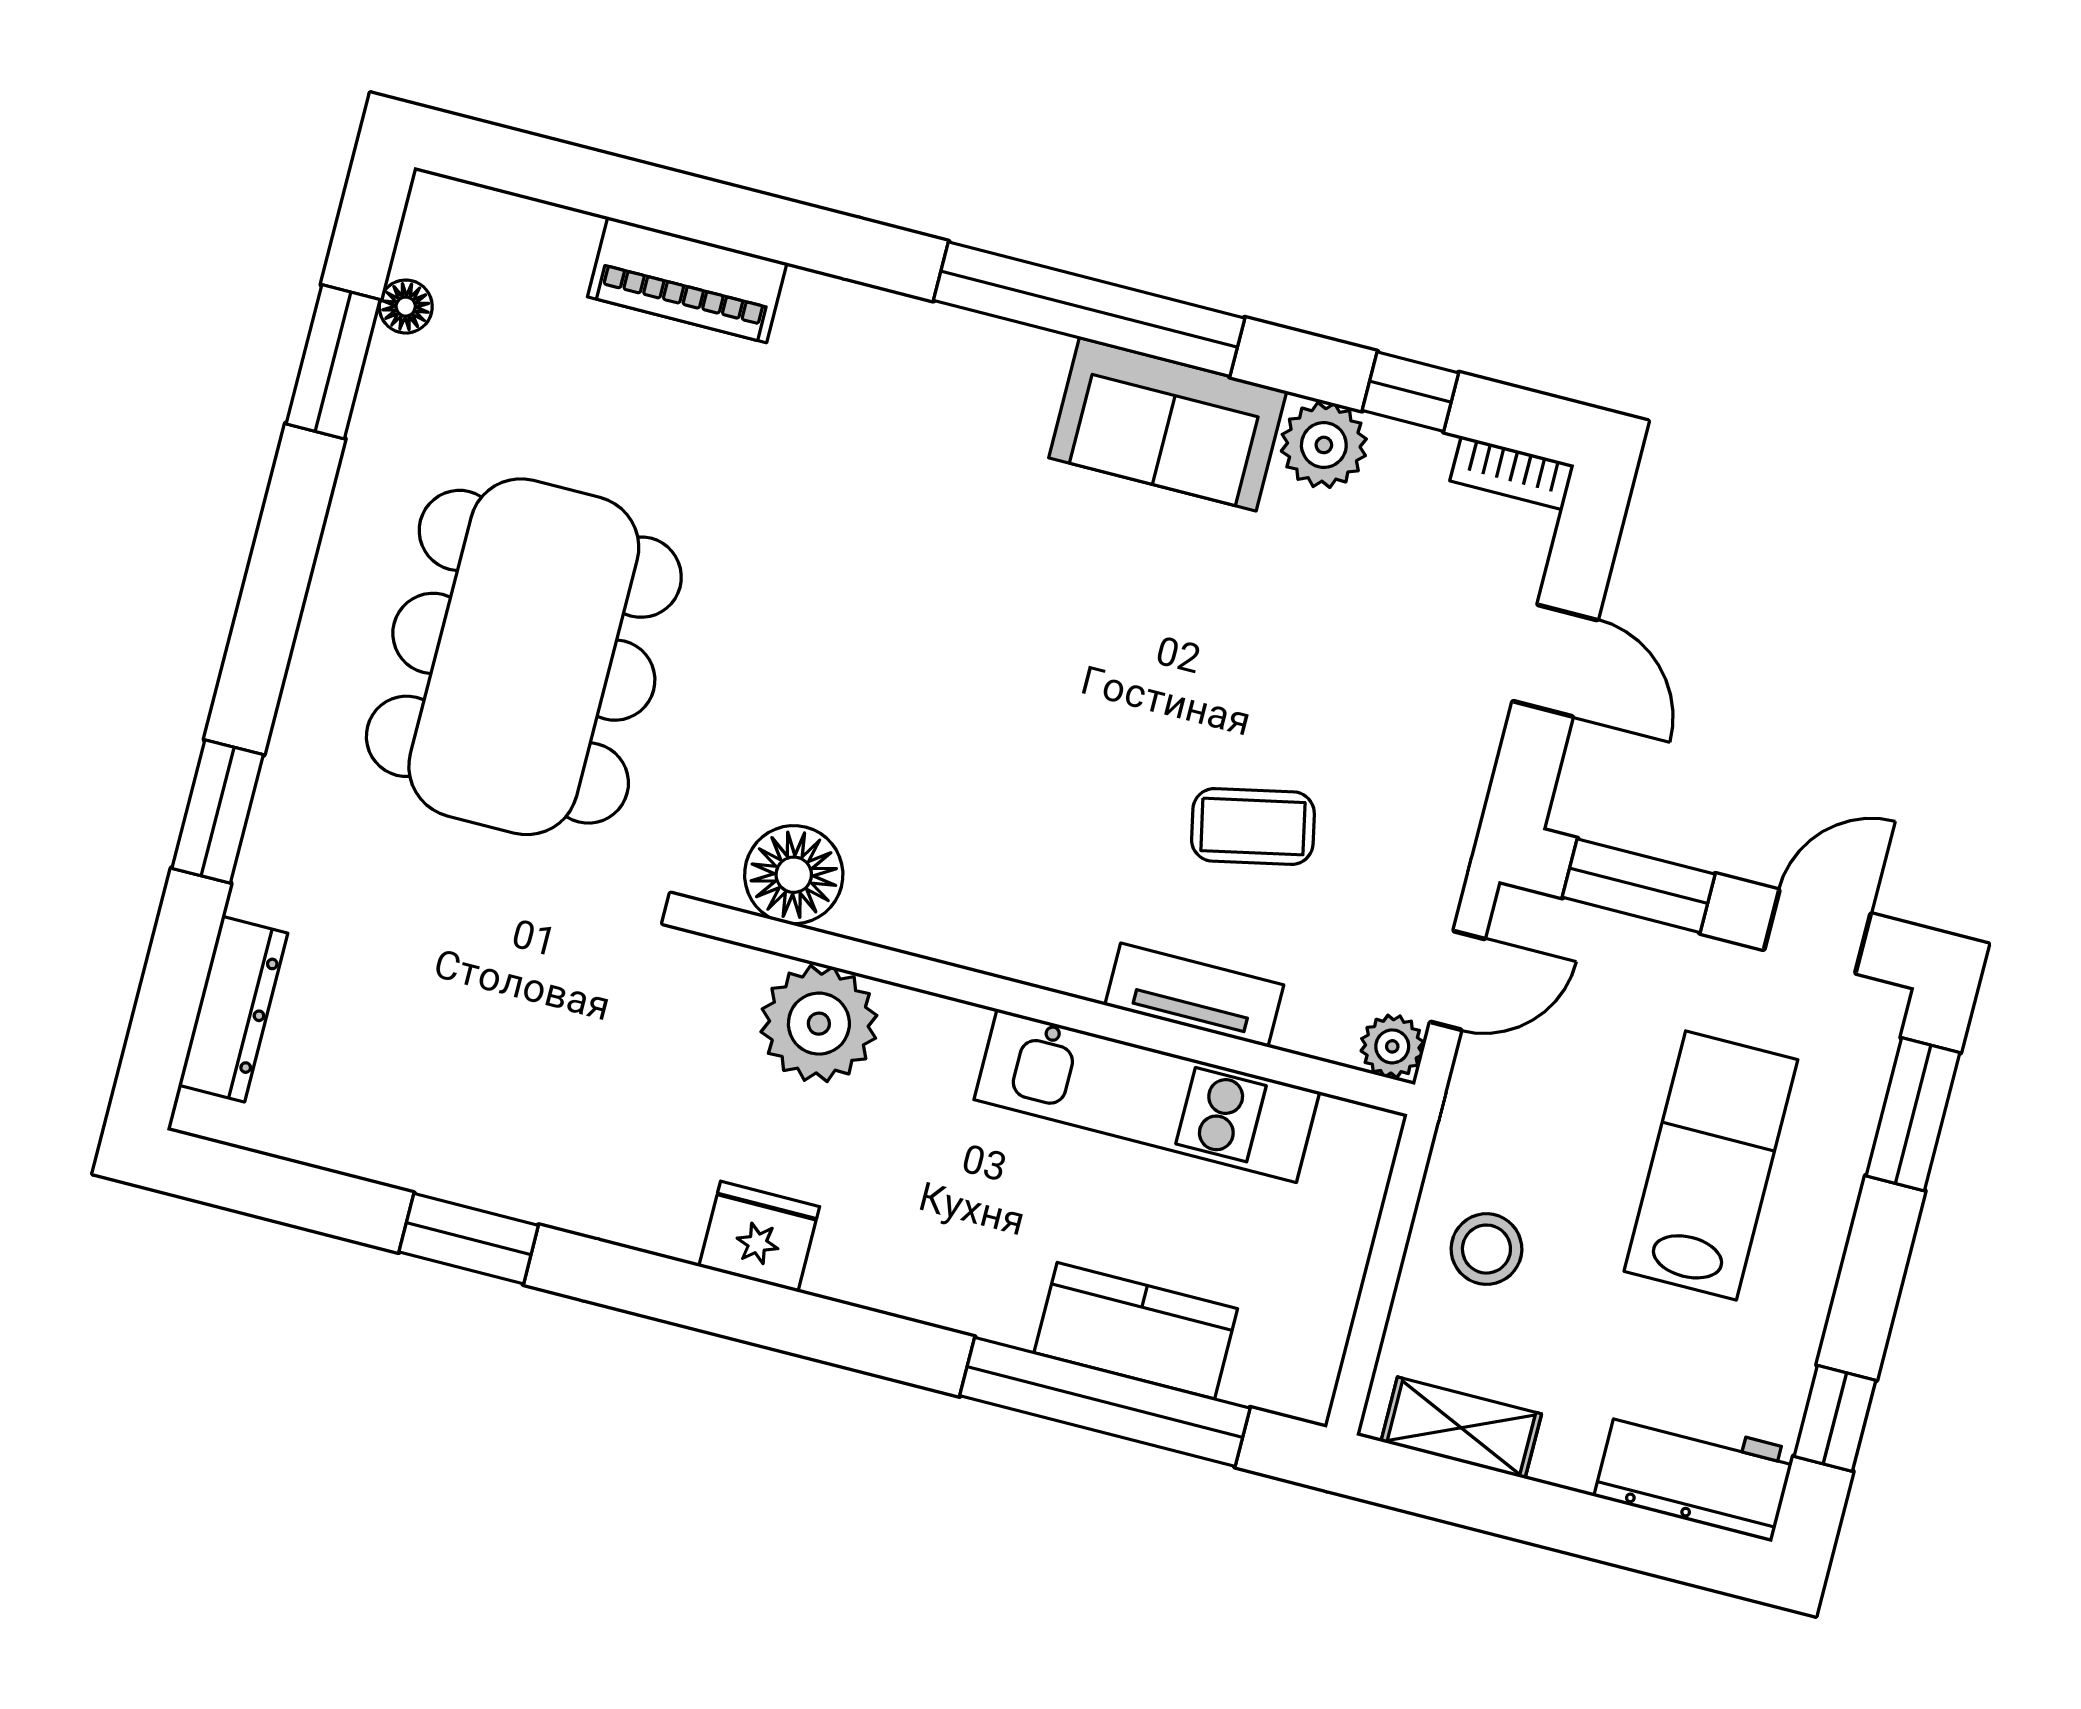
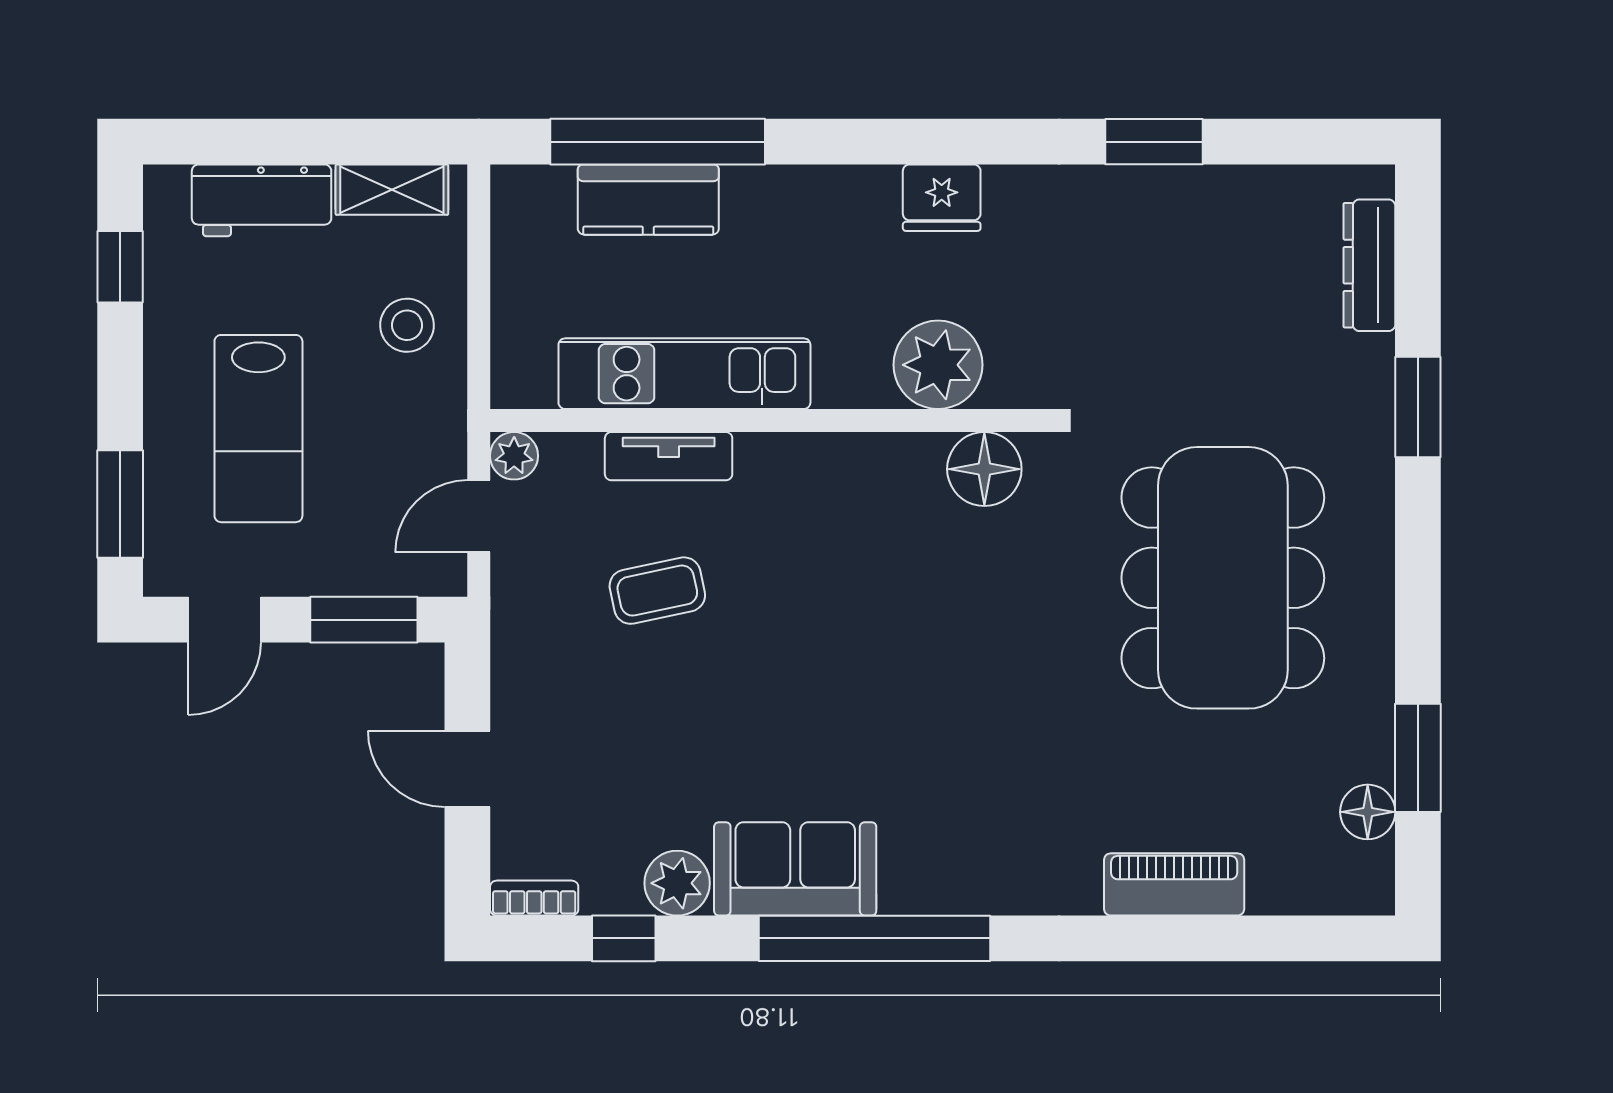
floor lamp: (406, 307) -> (1368, 812), width x1.37, depth x1.37
workbench: (1695, 1473) -> (262, 200), moved

